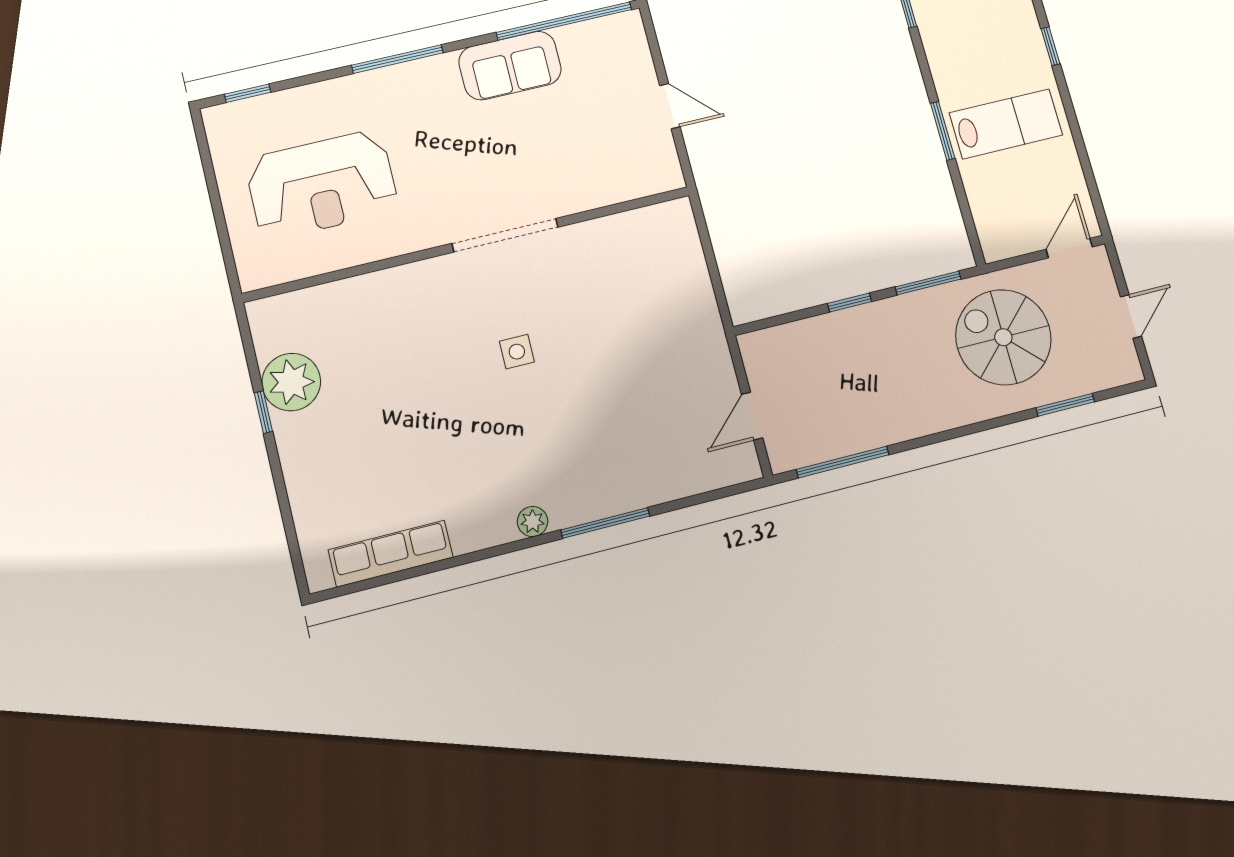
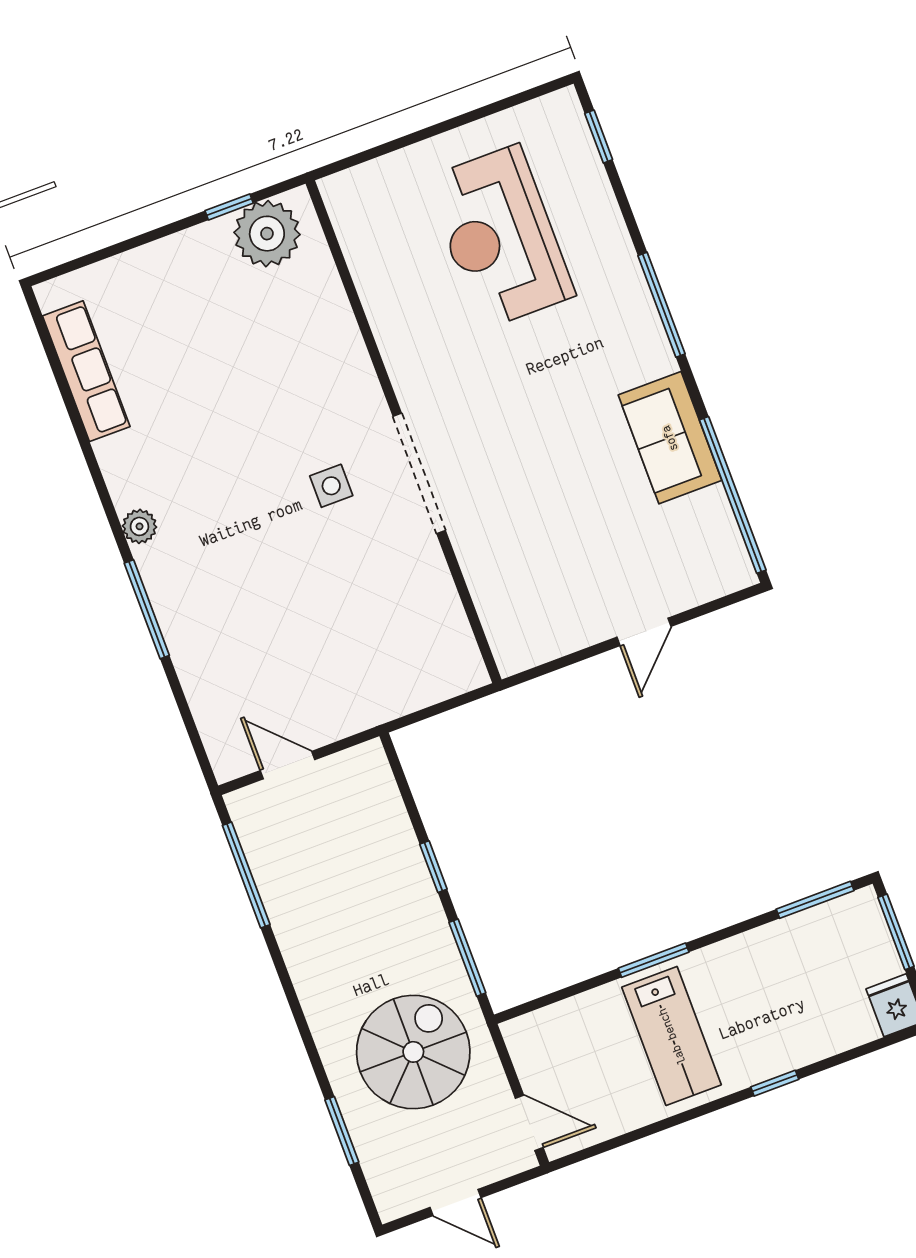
doorway: (505, 235) -> (419, 473), moved
wall: (468, 244) -> (404, 432), moved

